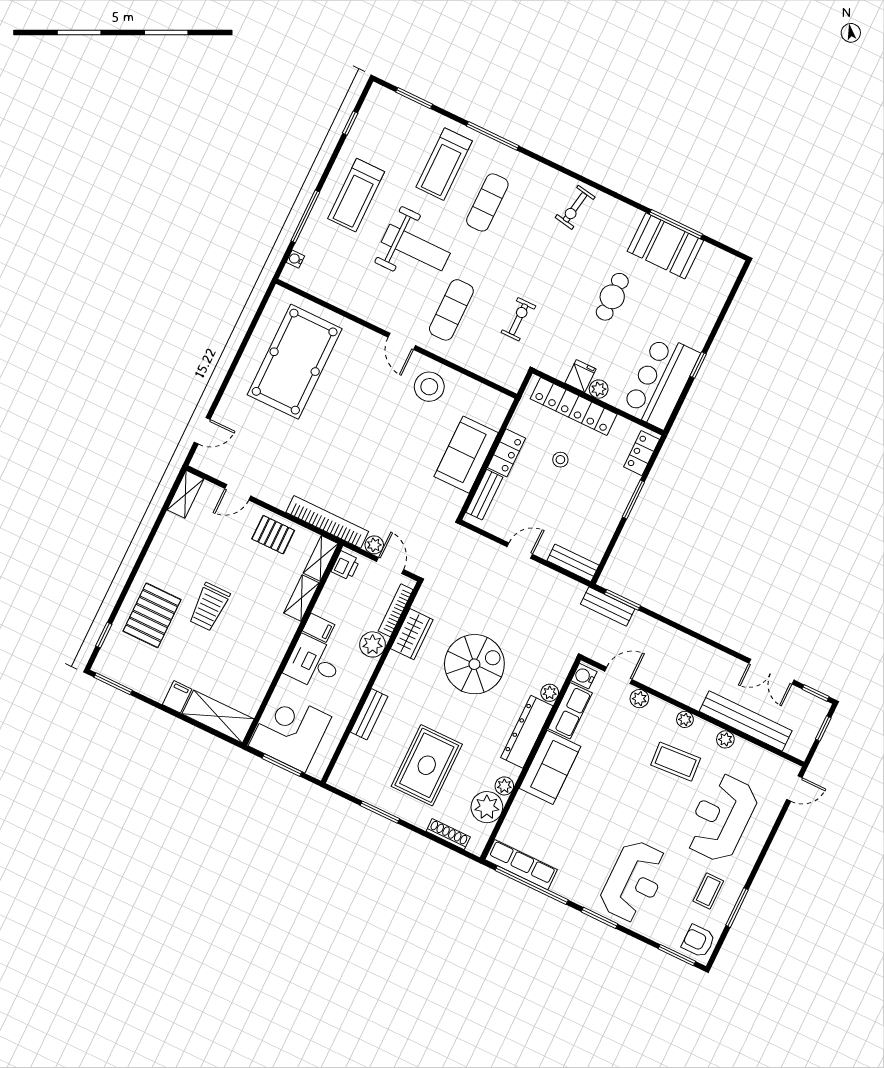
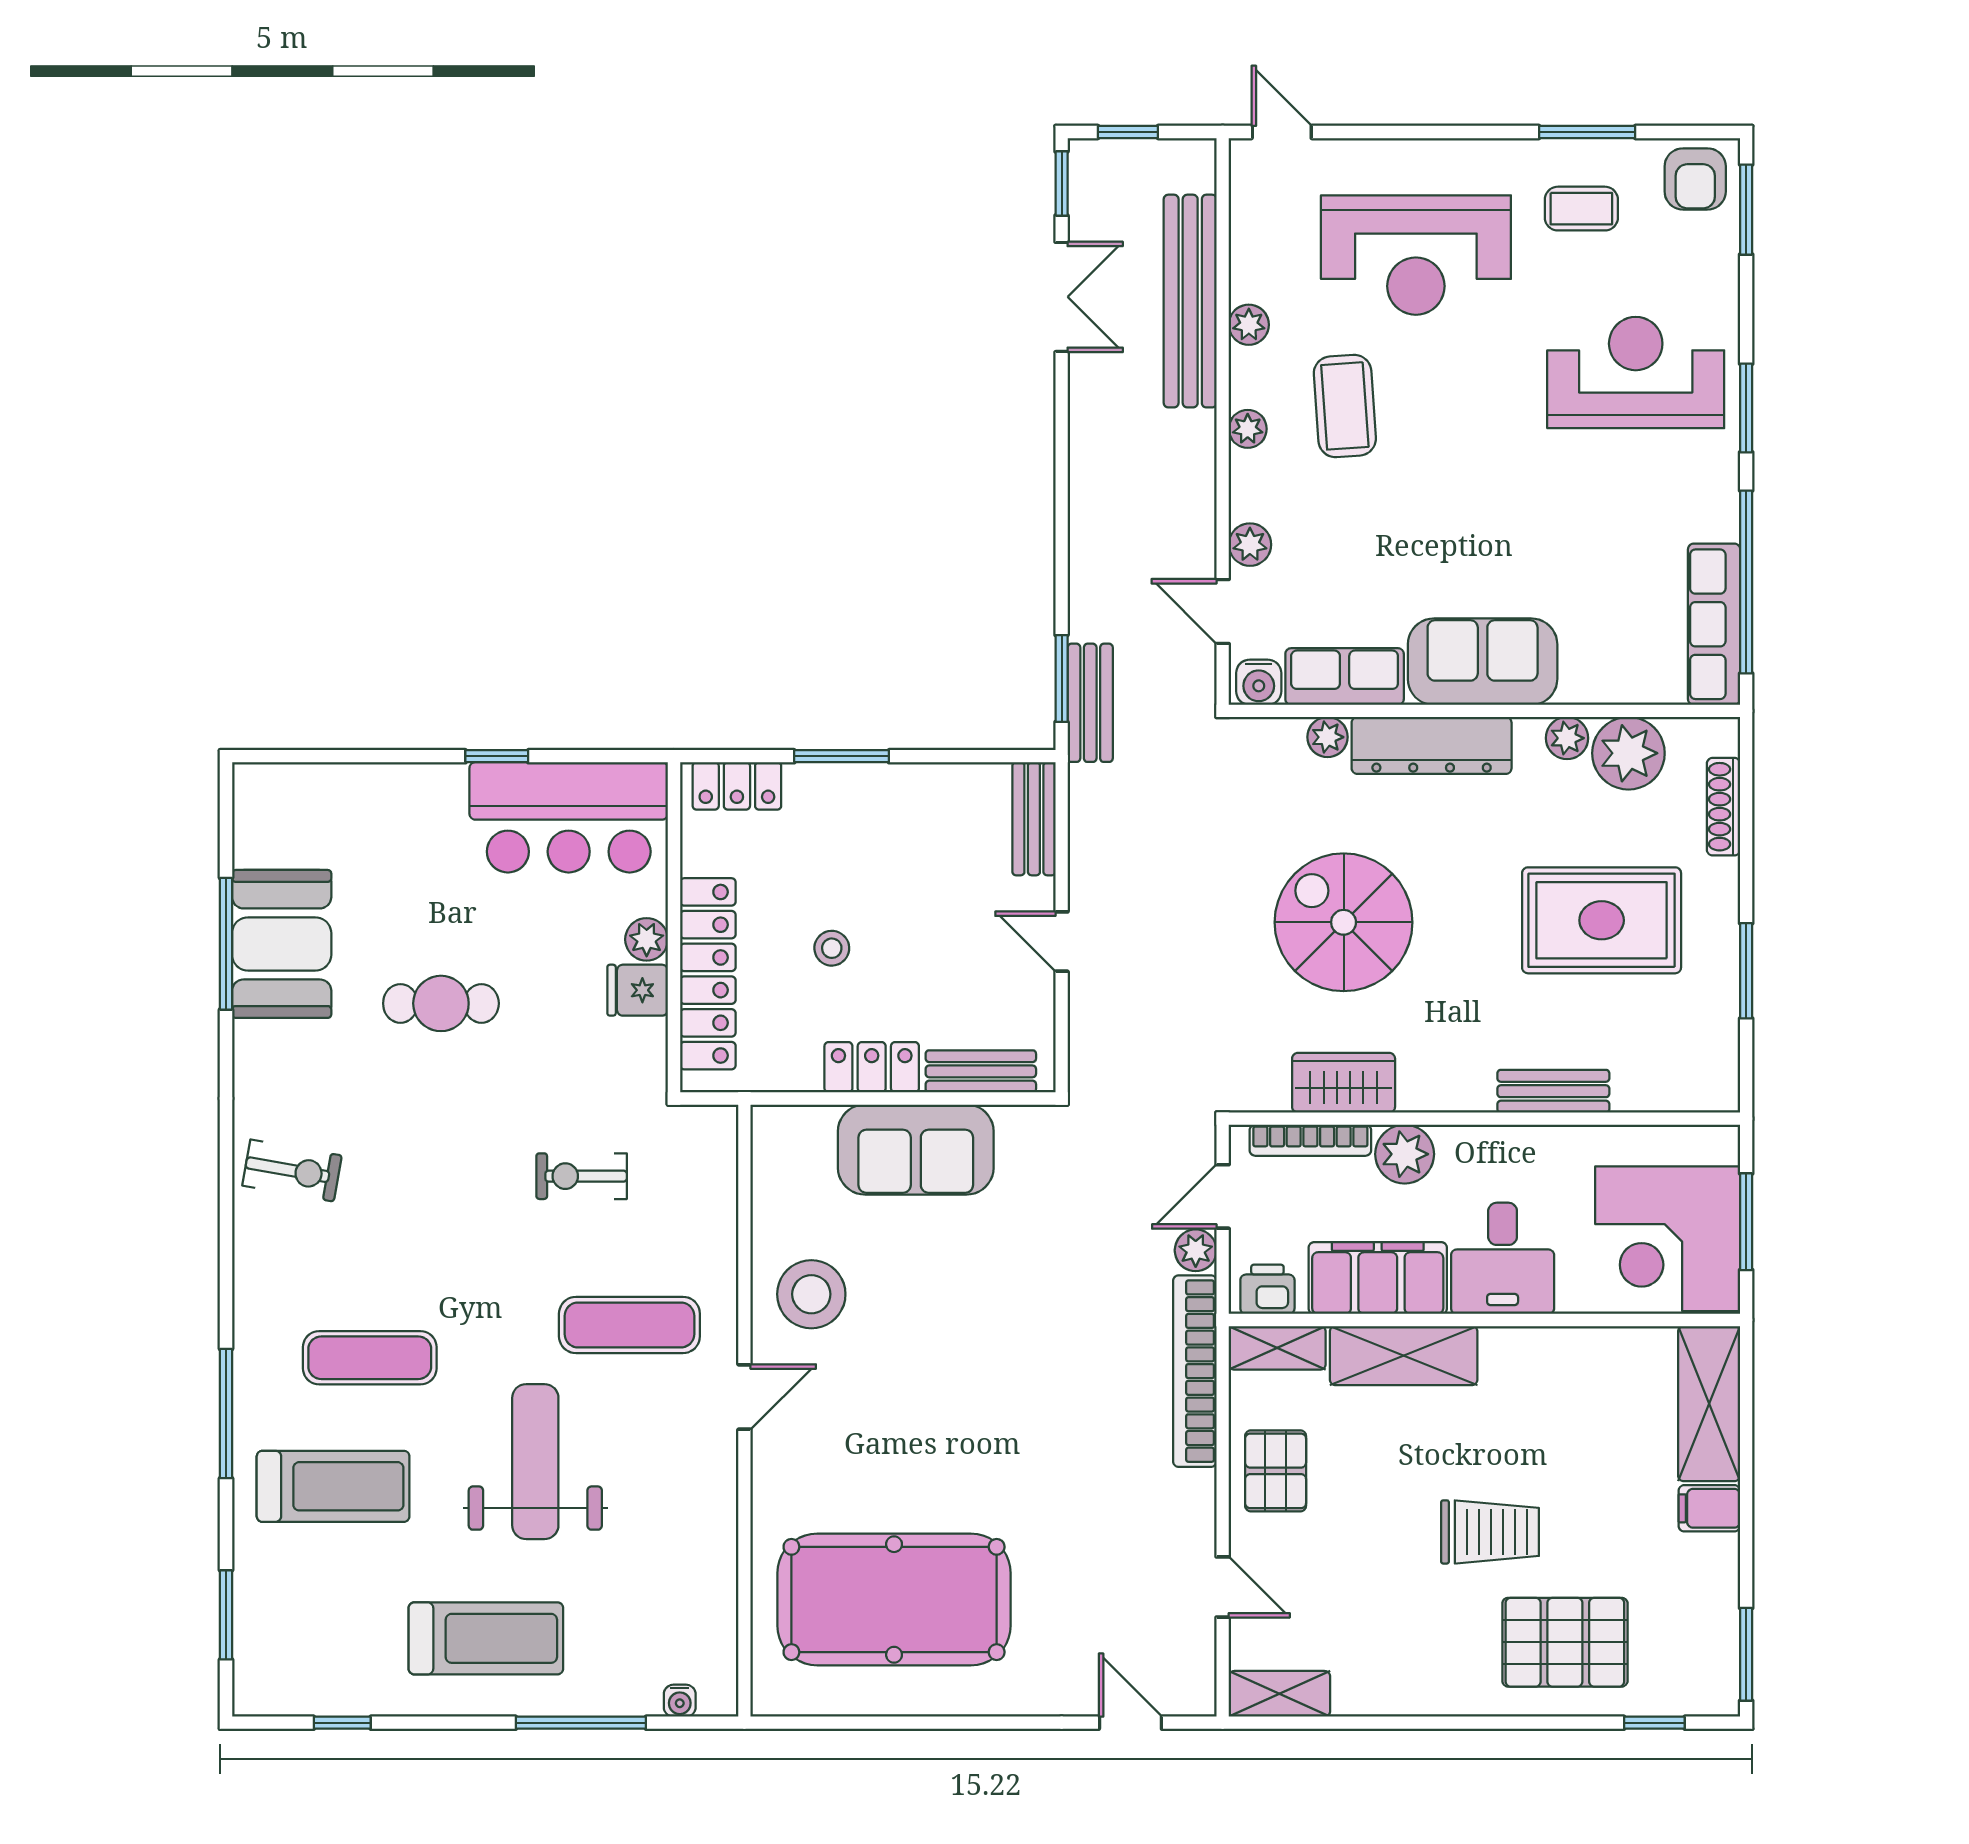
shelving: (302, 598) -> (1404, 1356), width x1.50, depth x1.33
filing cabinet: (319, 628) -> (1378, 1278), width x3.00, depth x1.17

